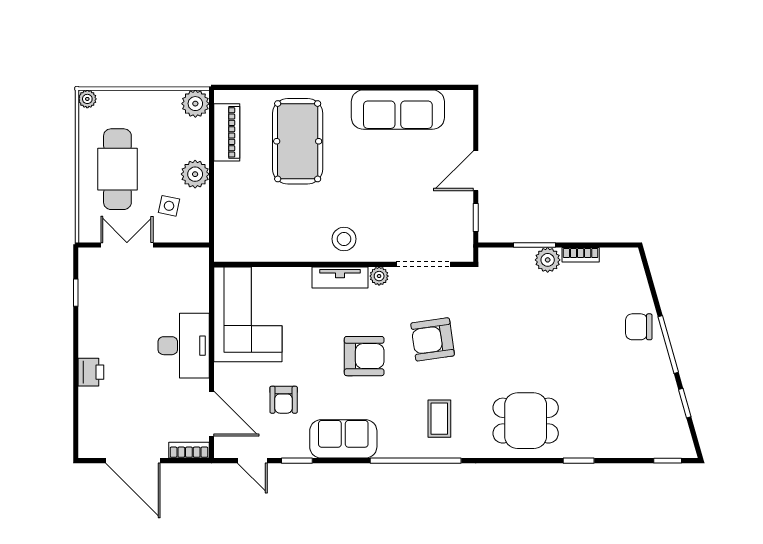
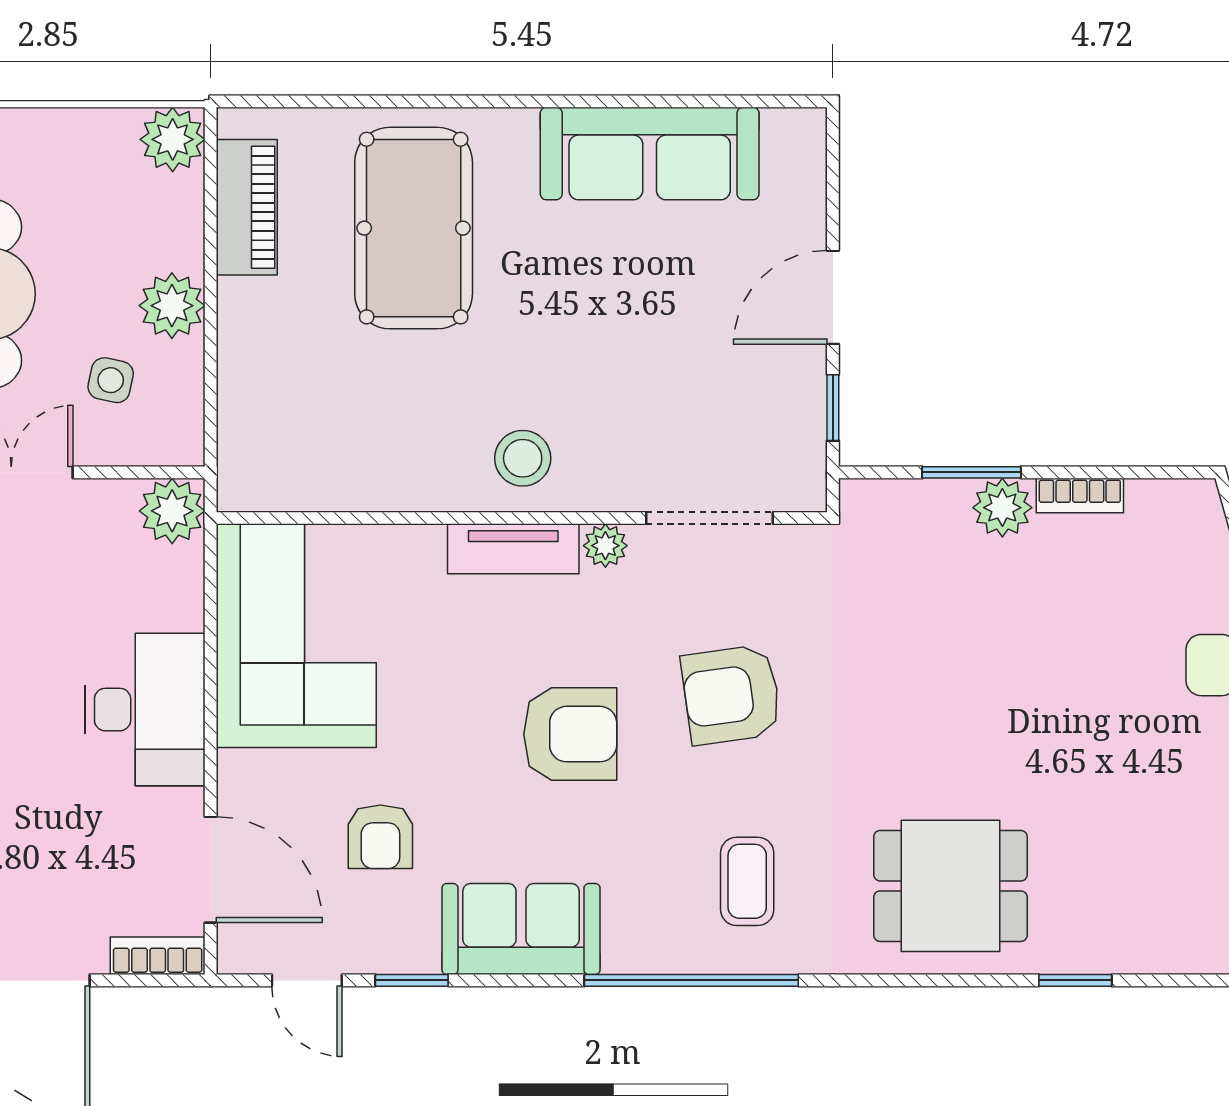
plant: (195, 261) -> (172, 511), added

